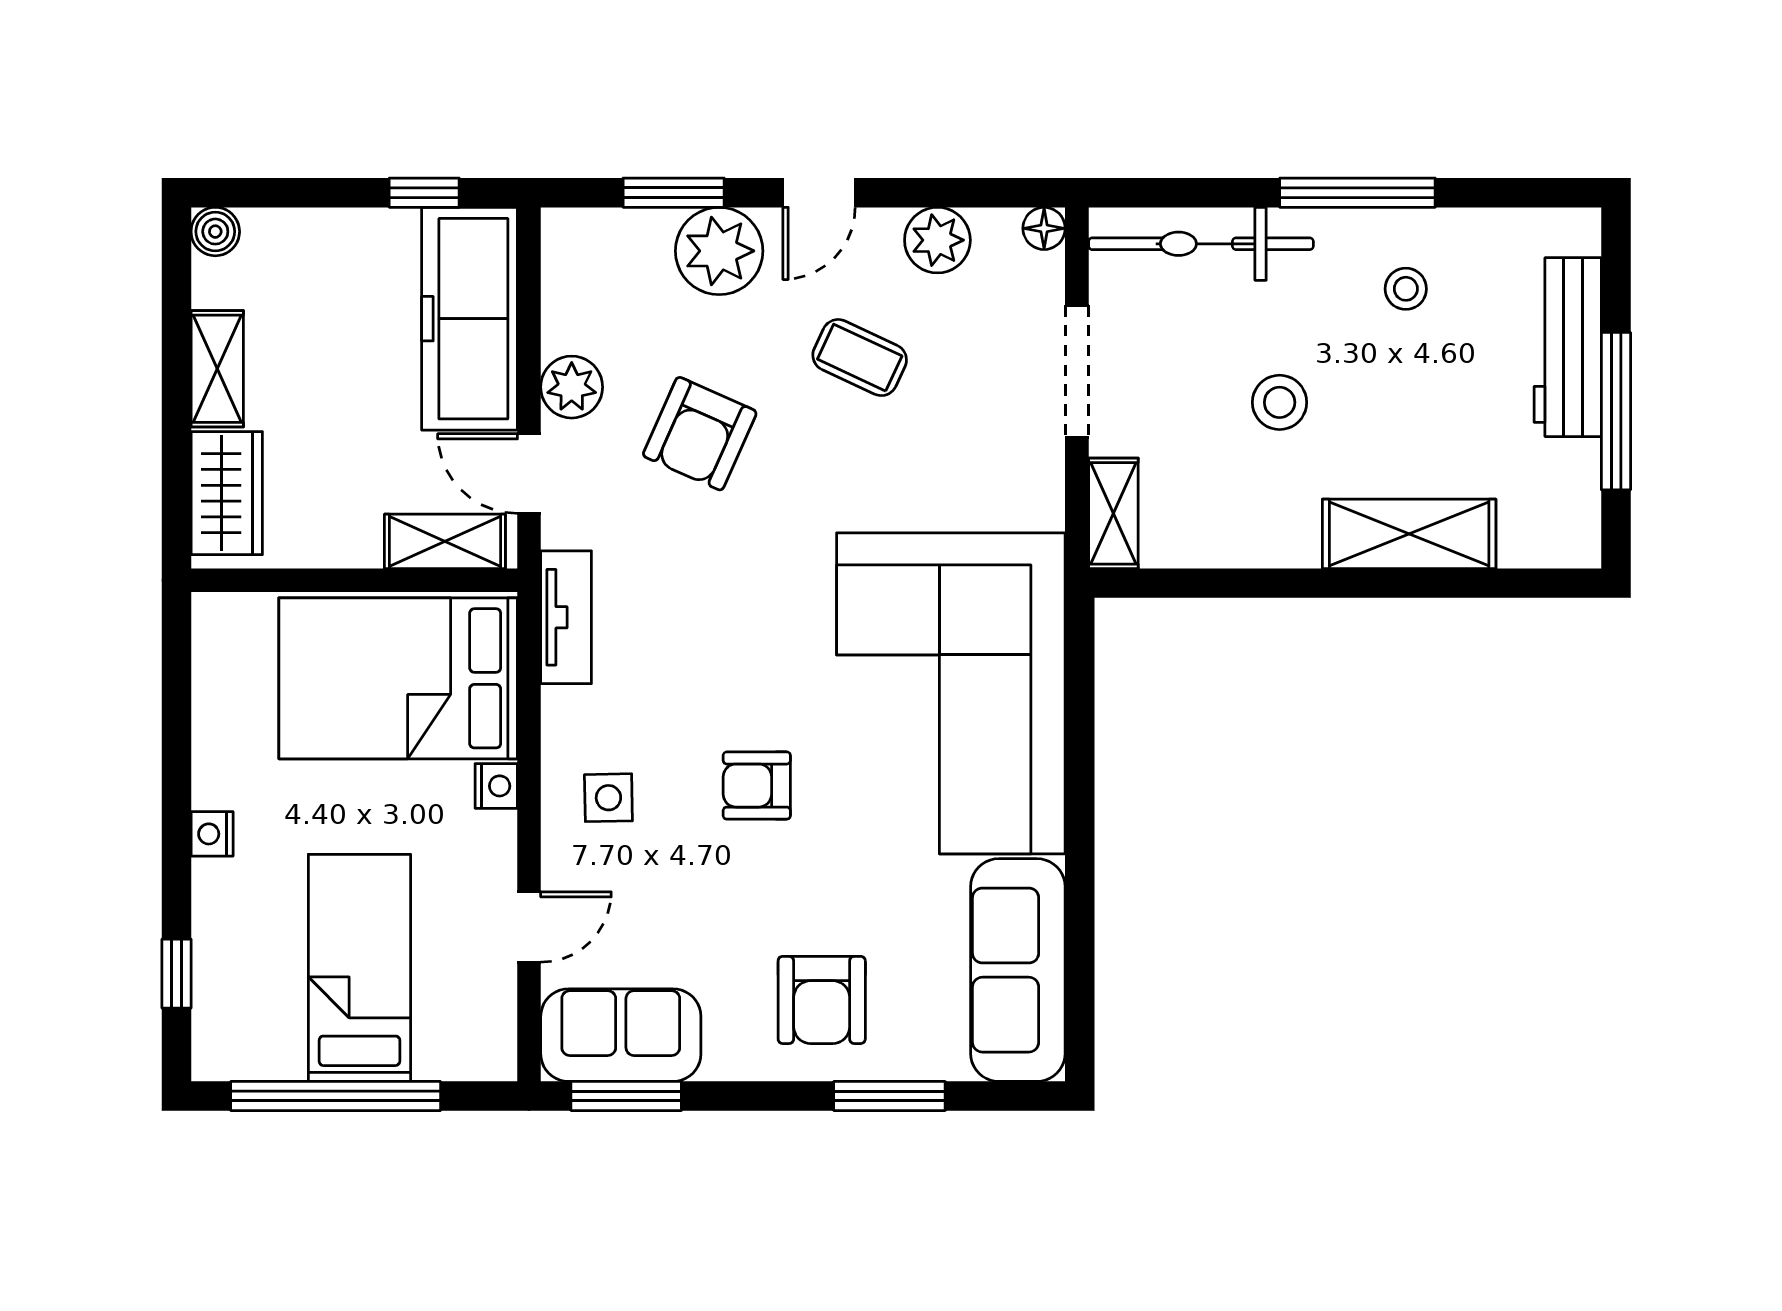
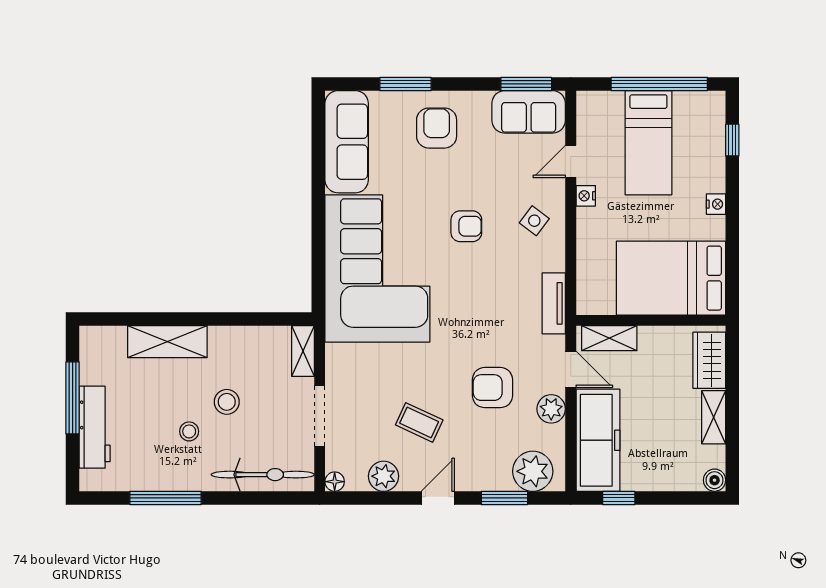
window: (1357, 193) -> (166, 498), moved
plant: (719, 251) -> (533, 471), moved
stool: (1406, 289) -> (189, 431), moved
armchair: (700, 434) -> (492, 388), turned -114
bed: (398, 678) -> (671, 278), moved, turned 180
nightstand: (496, 786) -> (586, 196), moved
side table: (608, 798) -> (534, 221), turned 38

